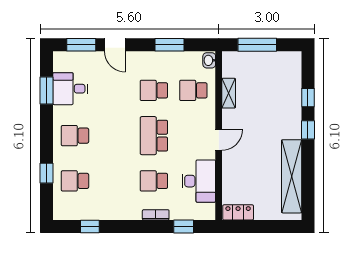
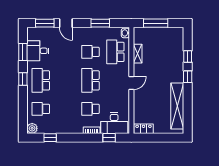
school desk: (193, 90) -> (115, 52), width x1.85
school desk: (75, 136) -> (41, 80), width x1.85
window: (46, 173) -> (23, 79), moved
desk: (199, 181) -> (114, 123), moved, turned 90
plant: (61, 212) -> (32, 128), added

